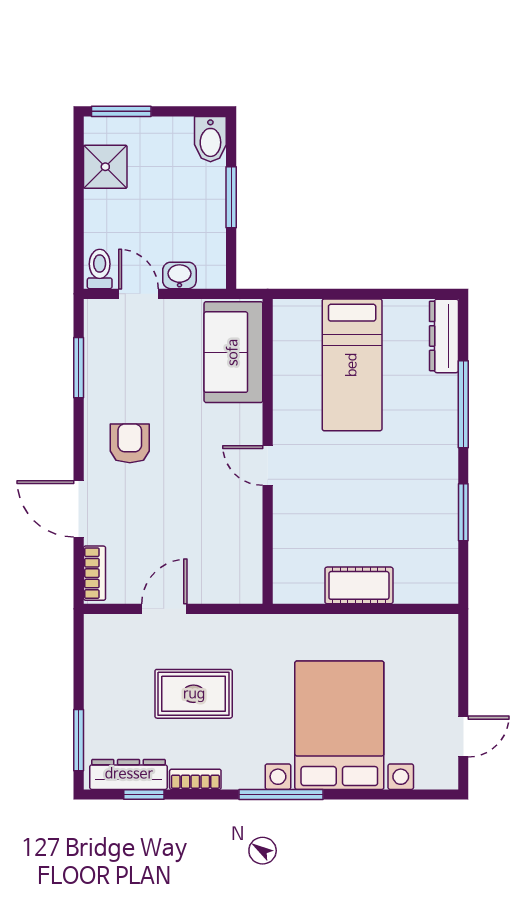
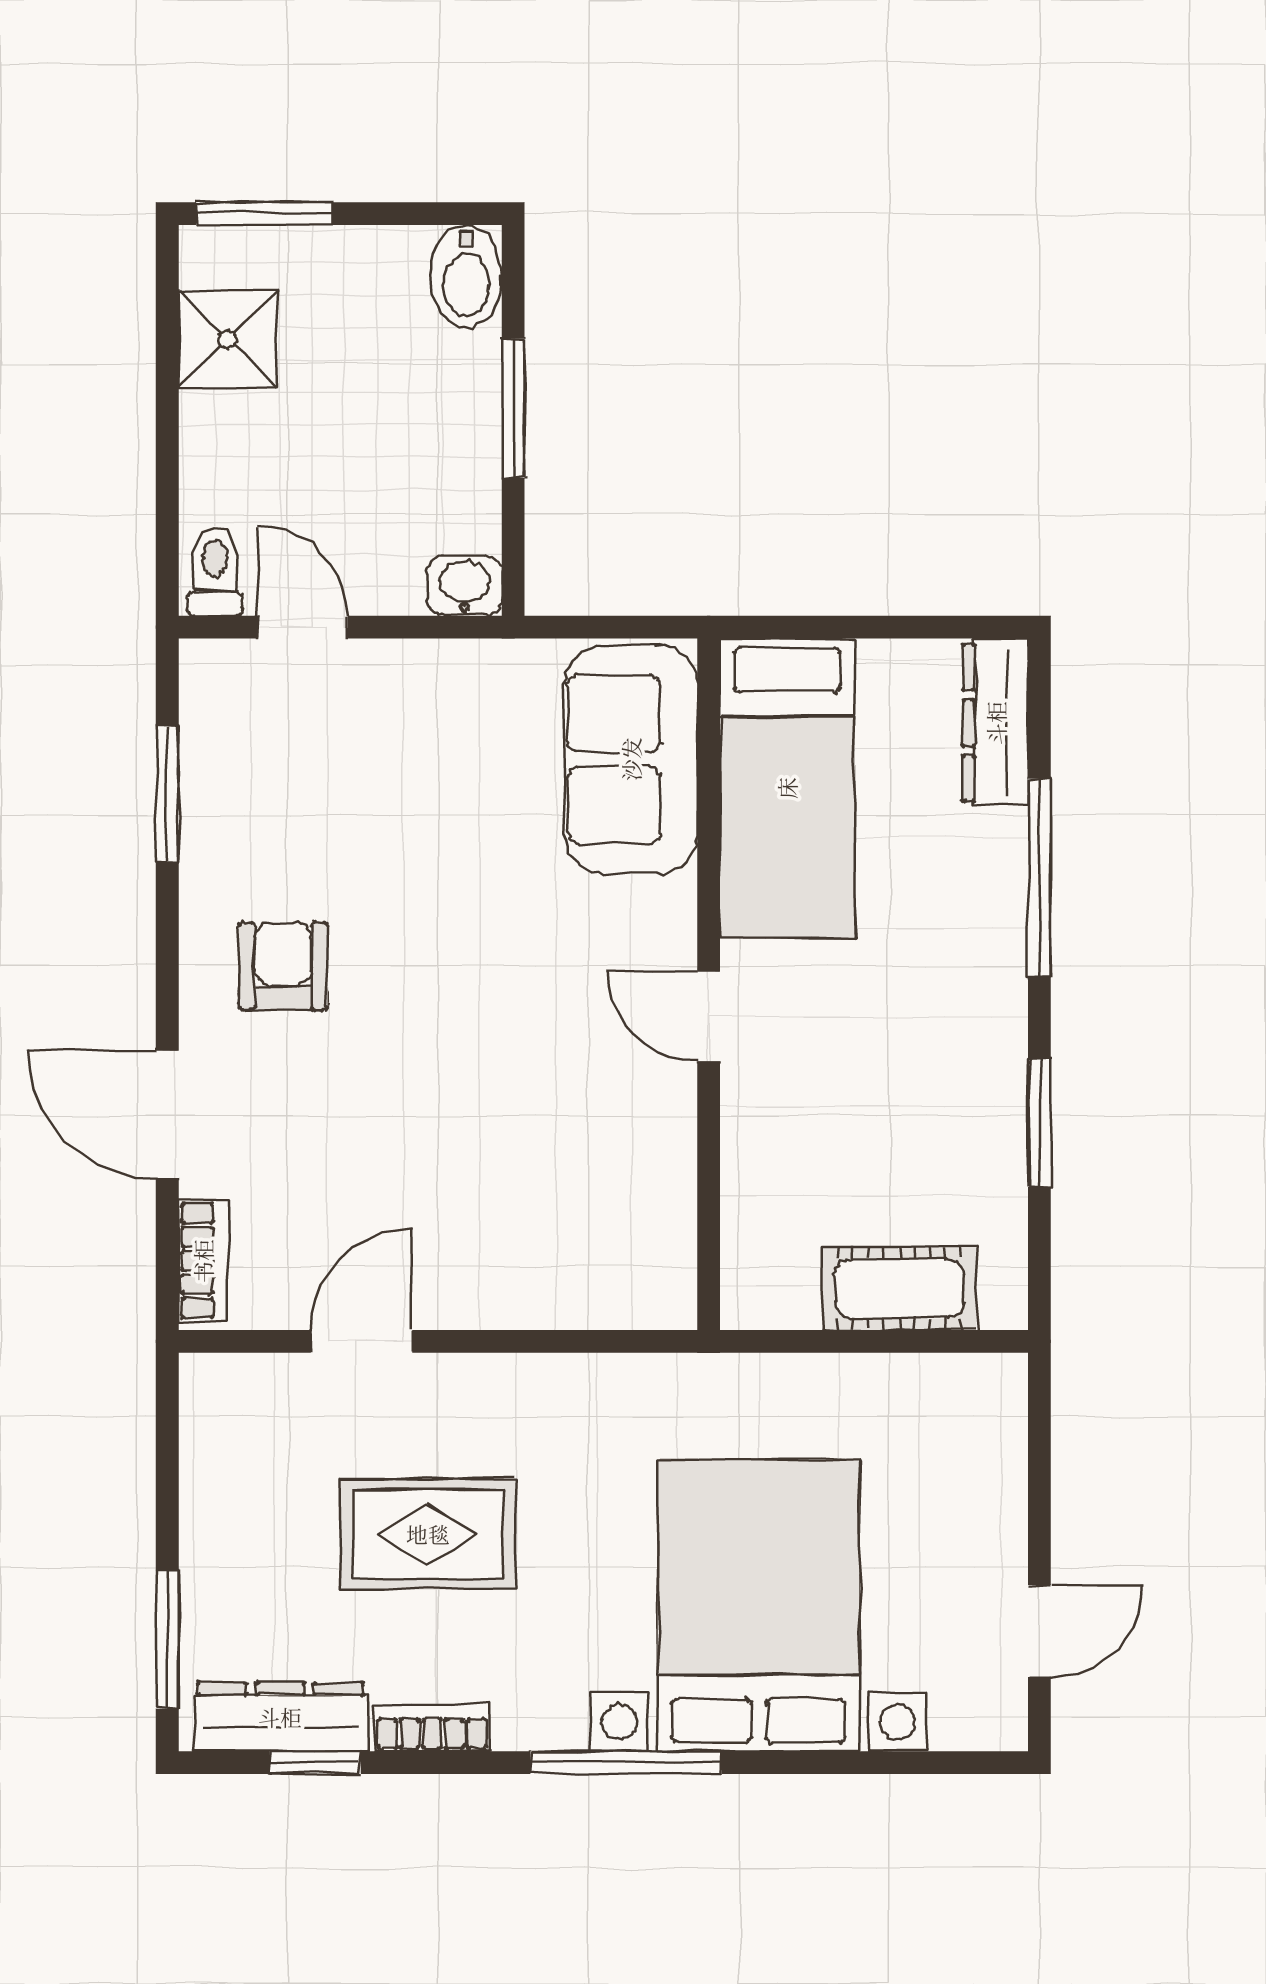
washbasin: (179, 275) -> (464, 585), moved
sofa: (233, 352) -> (631, 759), moved
wall: (268, 451) -> (709, 984), moved
door: (268, 466) -> (709, 1017), moved
cot: (359, 585) -> (899, 1288), moved

